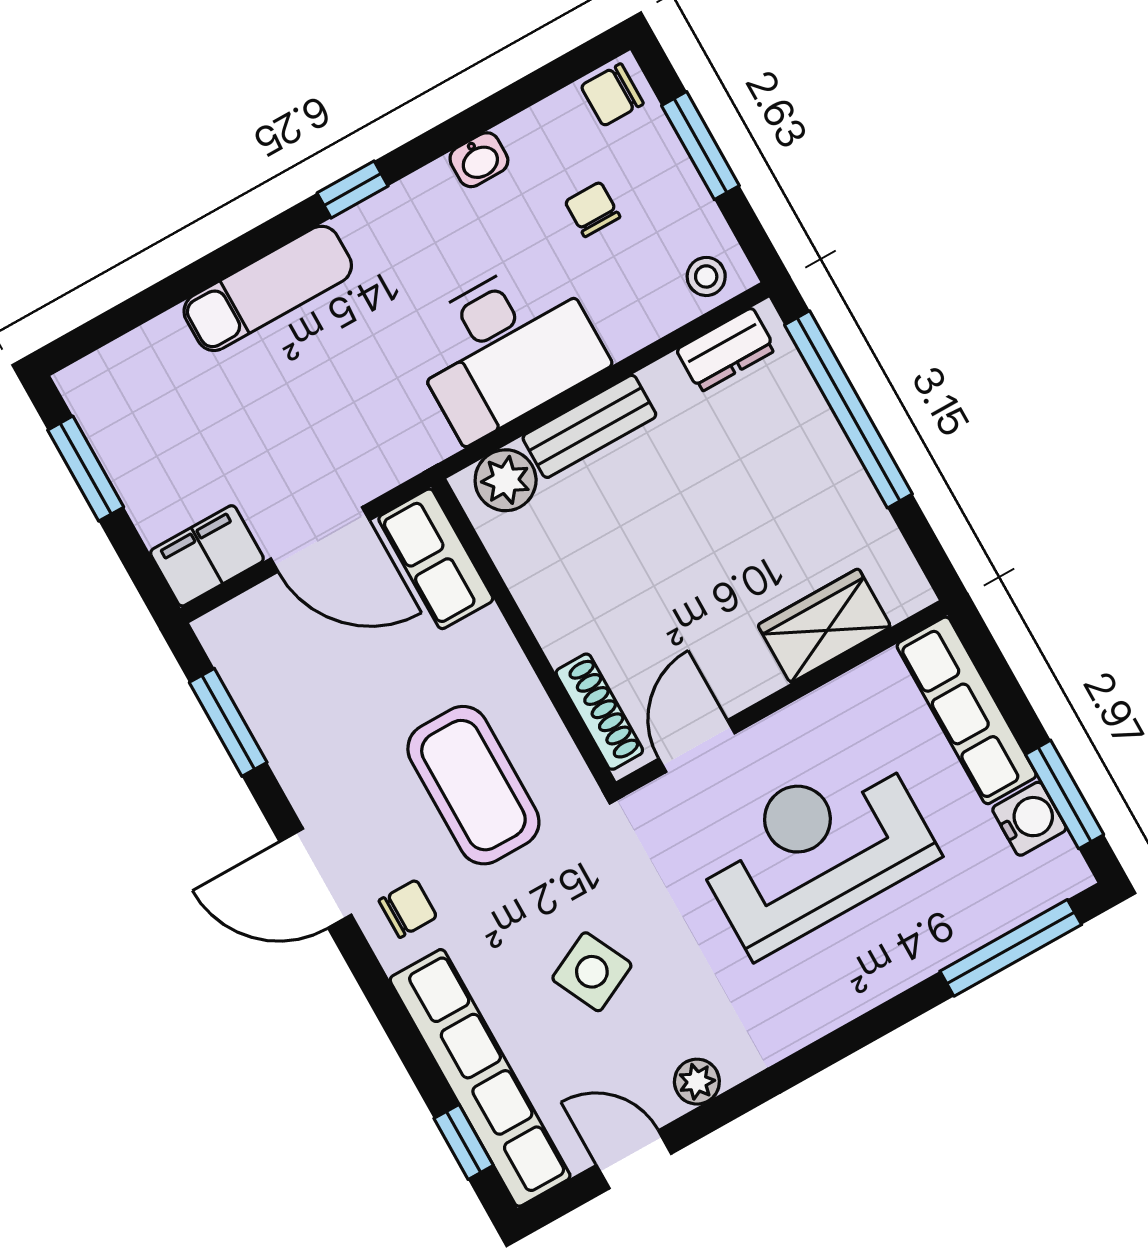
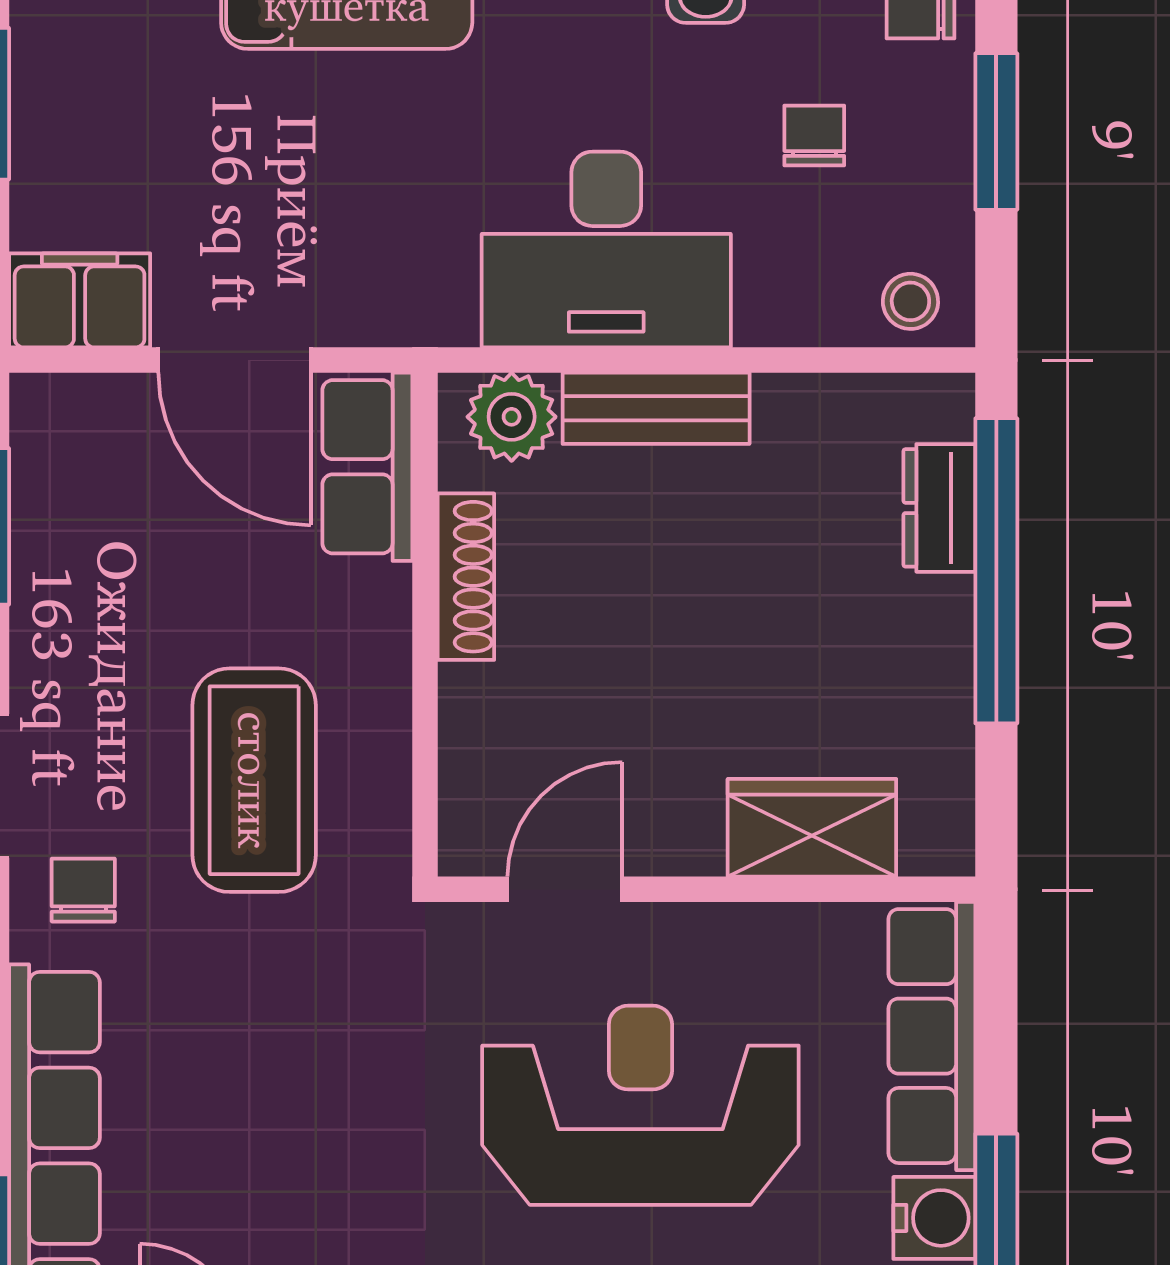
dresser: (726, 350) -> (939, 508), moved, turned 90
shoe rack: (599, 712) -> (466, 577), moved
chair: (408, 909) -> (83, 890), turned -90
side table: (592, 972) -> (272, 1101), removed

